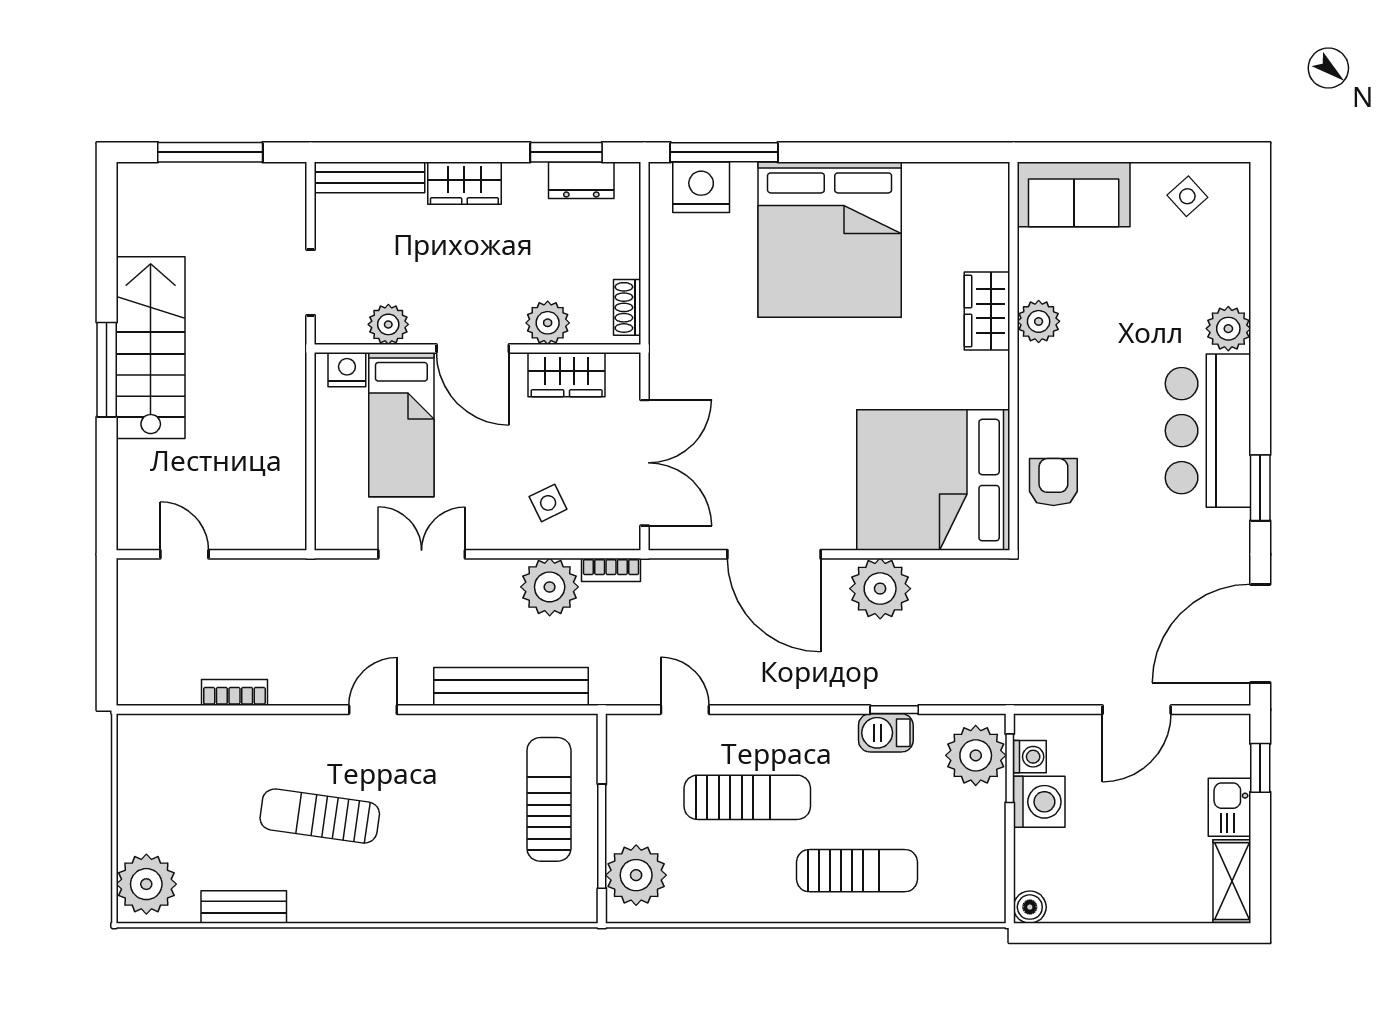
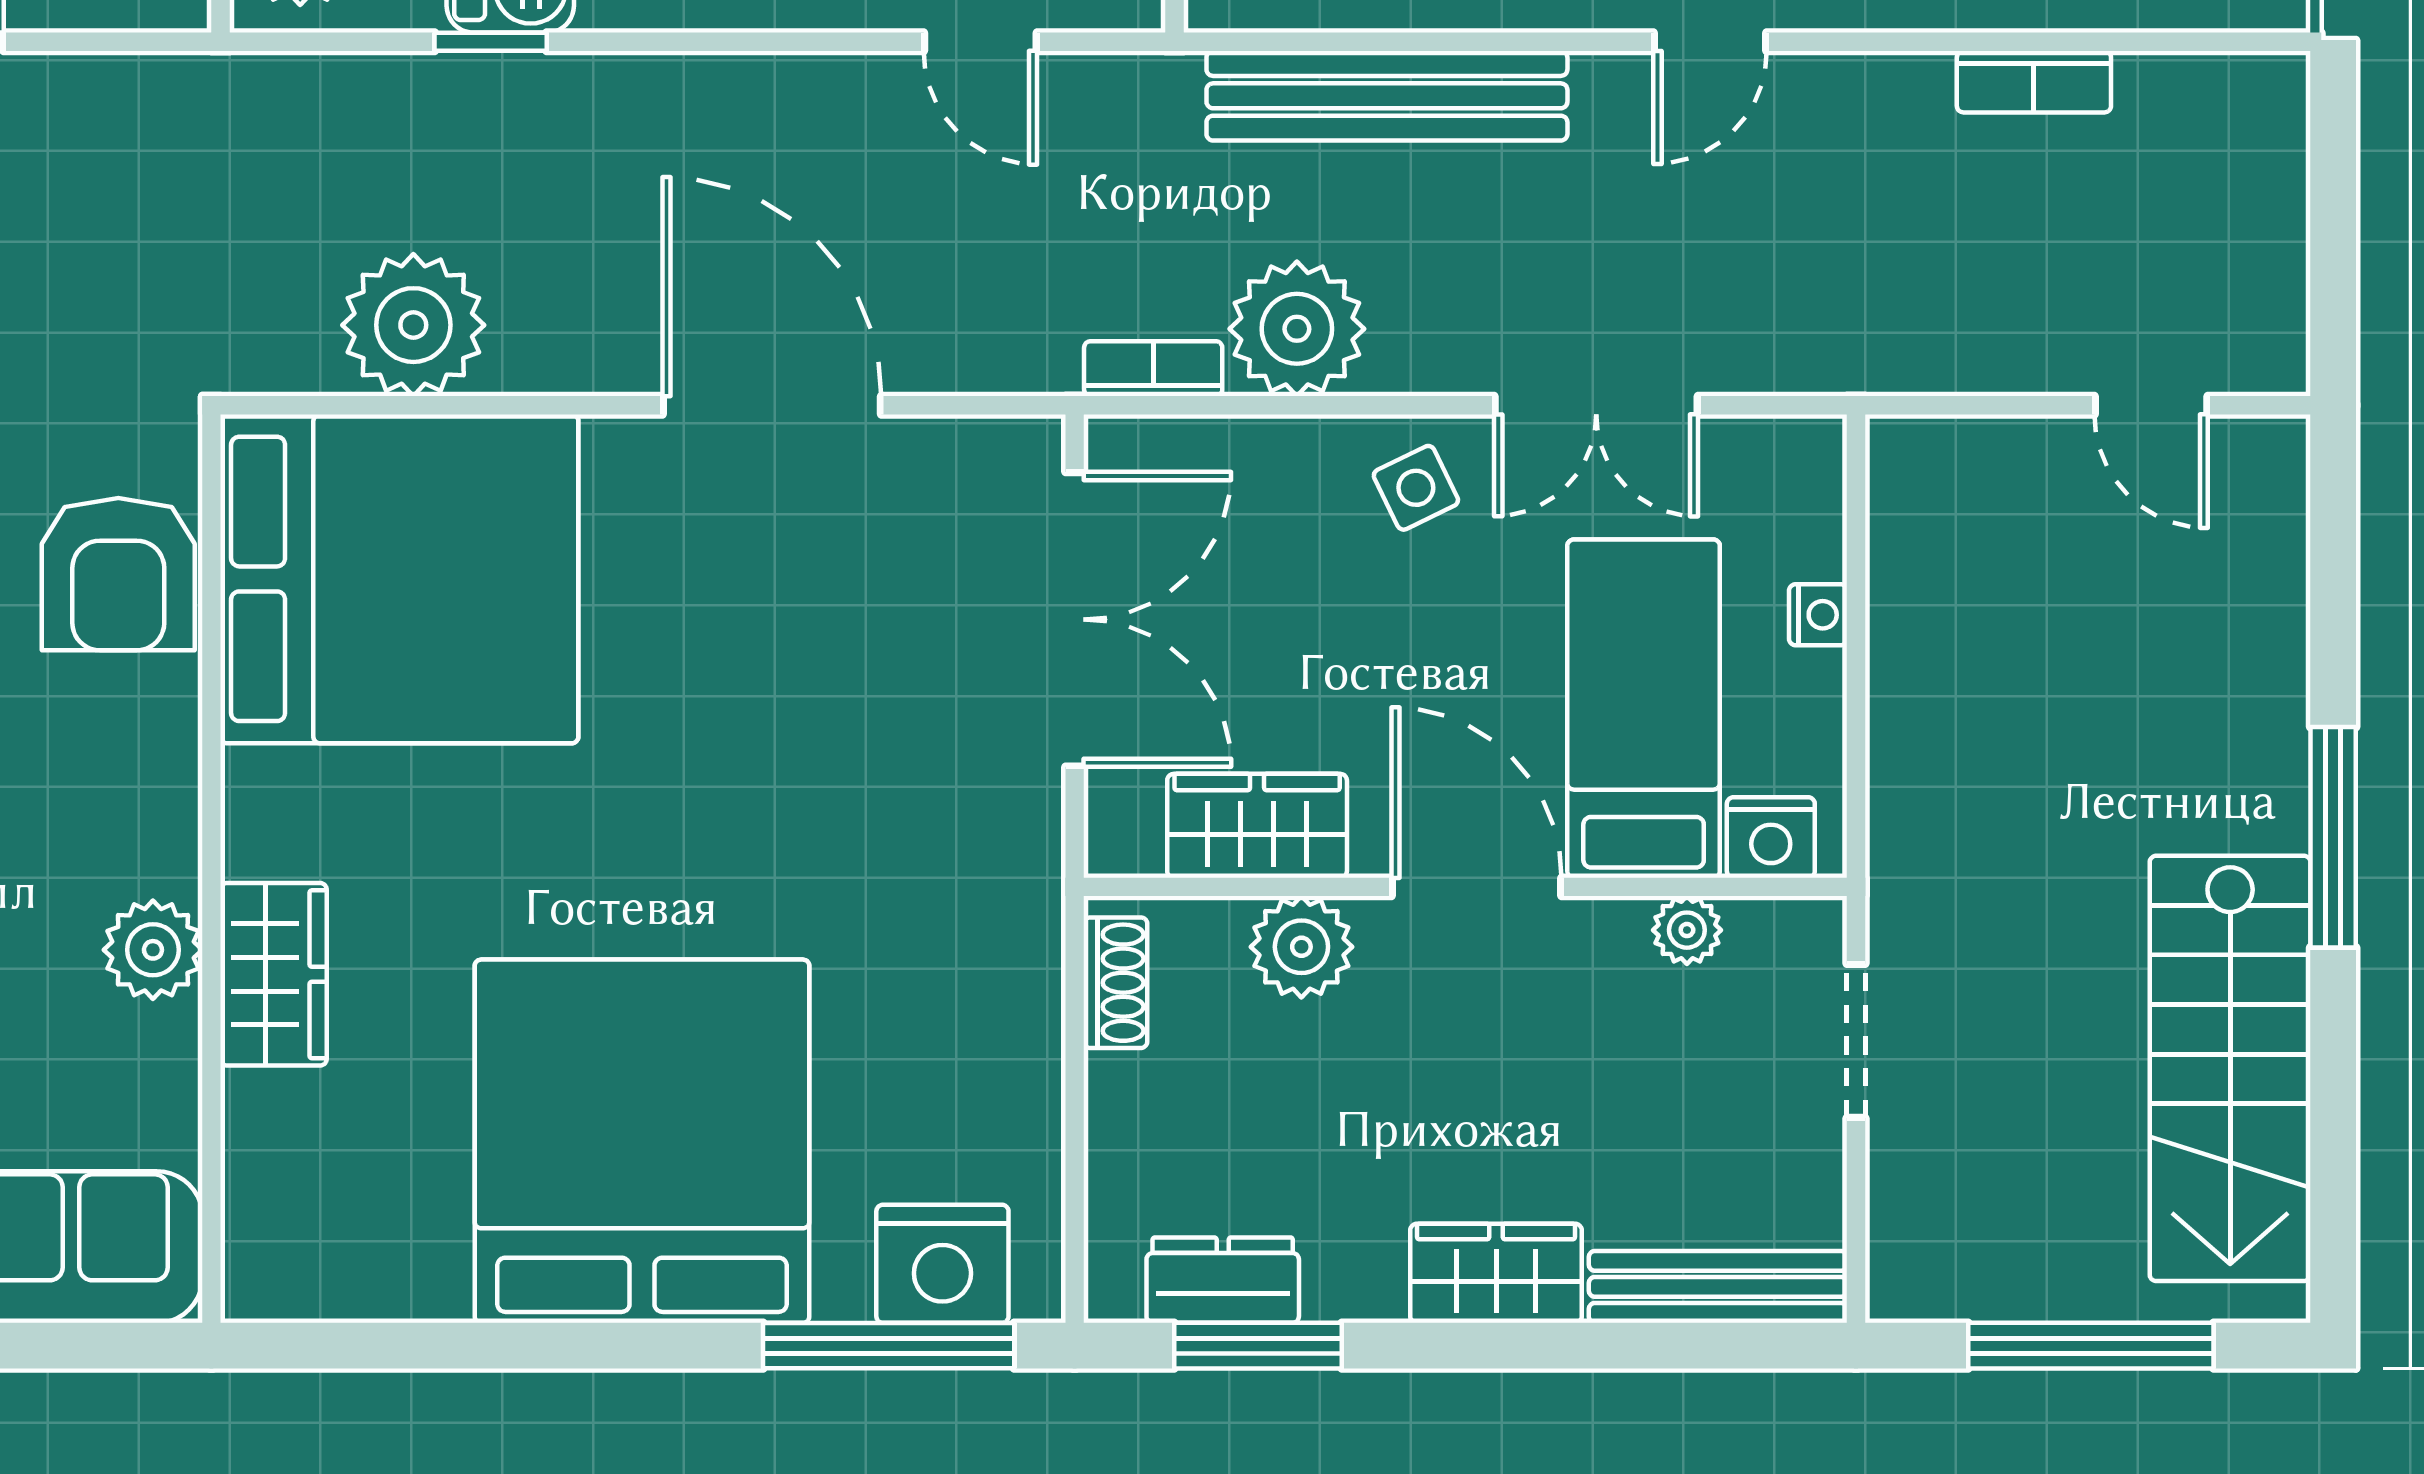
plant: (388, 324) -> (1687, 930), width x0.73, depth x0.73
stairs: (151, 348) -> (2230, 1068), moved
double door: (645, 463) -> (1075, 619), swing flipped
nightstand: (327, 465) -> (1818, 615), added
armchair: (1053, 482) -> (118, 574), width x1.38, depth x1.38
side table: (548, 503) -> (1416, 488), moved
plant: (880, 589) -> (413, 325), moved

